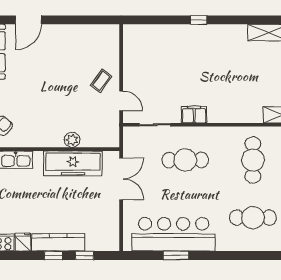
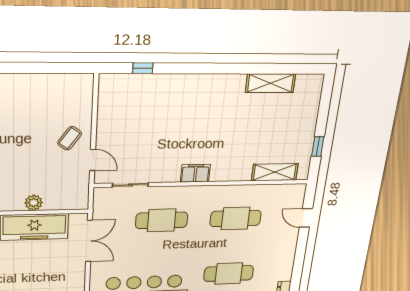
window: (199, 20) -> (143, 68), moved
filing cabinet: (194, 115) -> (195, 173), moved
cafe table: (253, 160) -> (236, 218), turned 90

